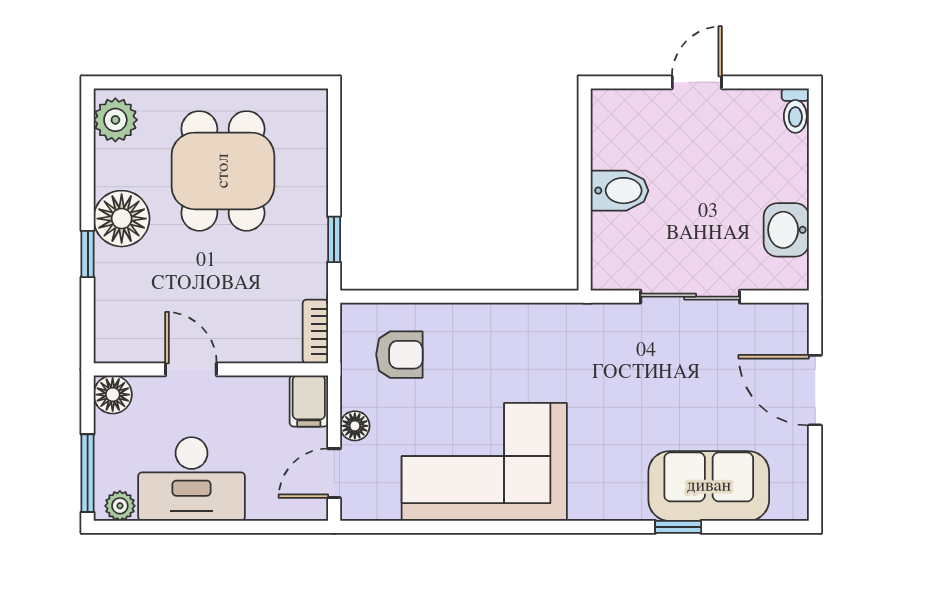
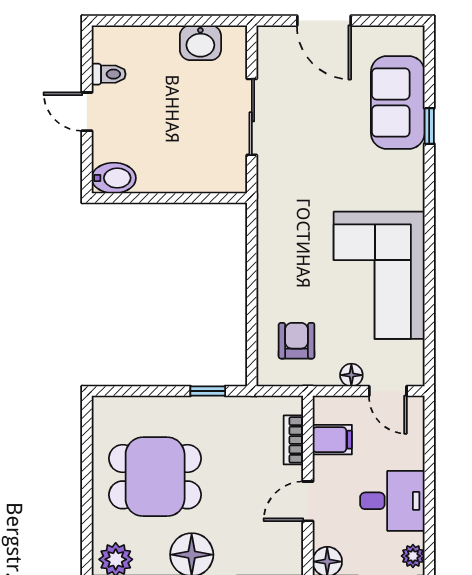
toilet: (795, 111) -> (109, 74), moved
bidet: (620, 191) -> (114, 178), moved, turned 90
bookcase: (315, 331) -> (293, 440), moved, turned 90
door: (815, 390) -> (324, 21), hinge flipped
filing cabinet: (309, 401) -> (332, 440), moved
desk: (191, 479) -> (392, 501), width x0.73

